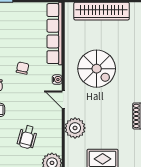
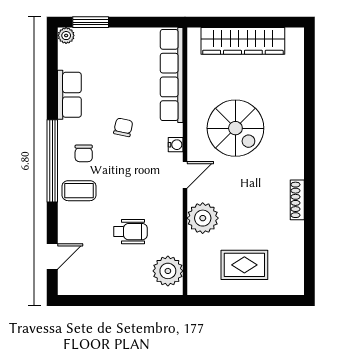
door: (63, 99) -> (185, 175), swing flipped
wheelchair: (27, 137) -> (130, 232), turned -105

